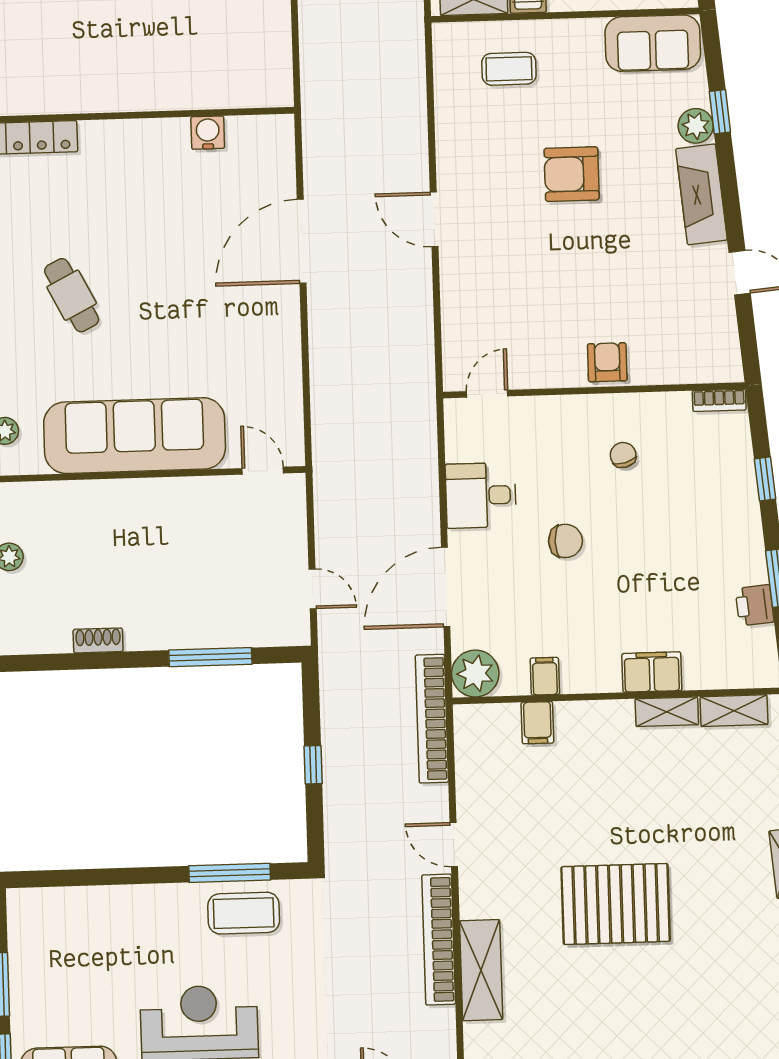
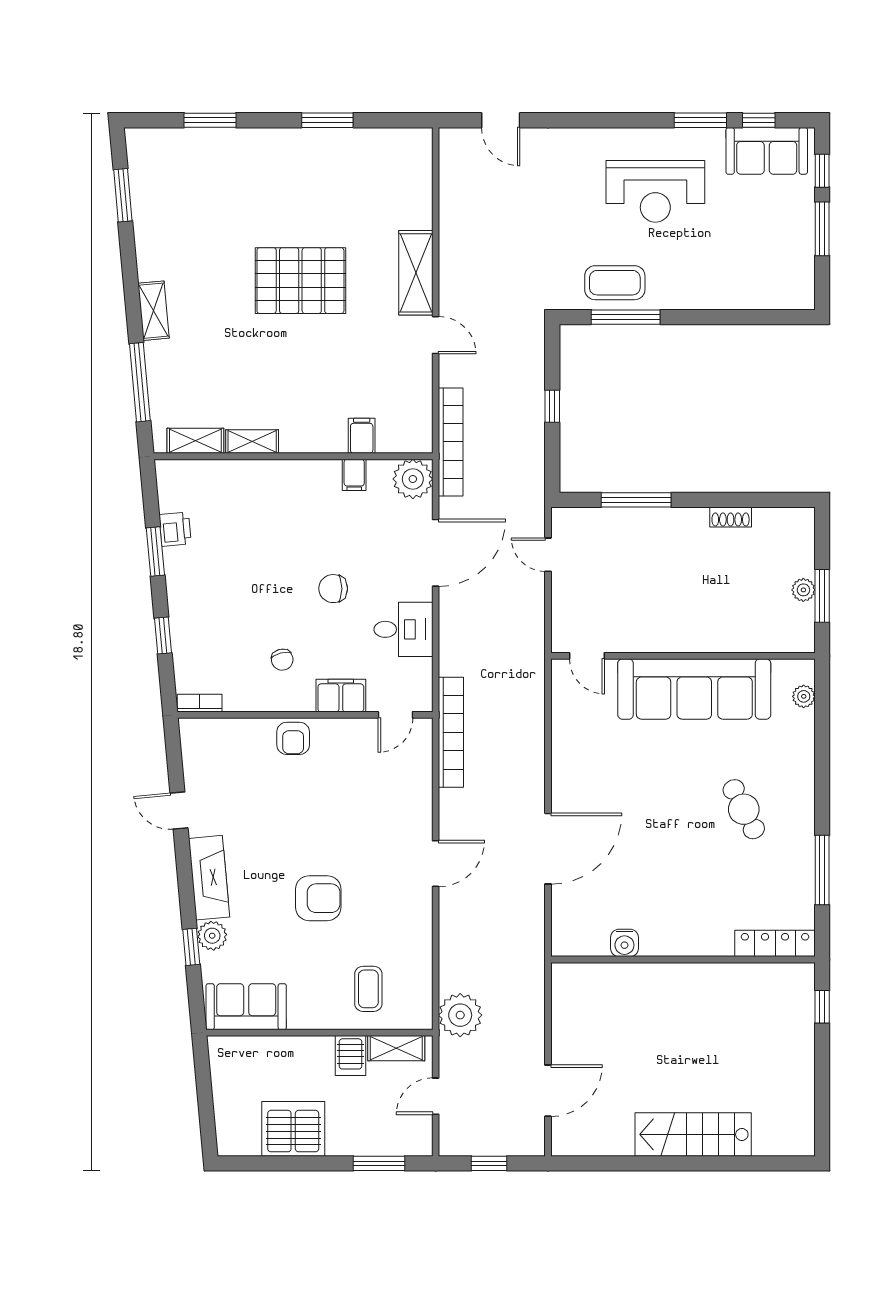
plant: (399, 41) -> (460, 1015), added
coffee table: (509, 69) -> (368, 989), turned 90
door: (434, 219) -> (436, 864), hinge flipped
filing cabinet: (652, 672) -> (341, 696), moved, turned 180
bookcase: (439, 940) -> (451, 732), moved
shelving: (481, 970) -> (416, 273), moved

